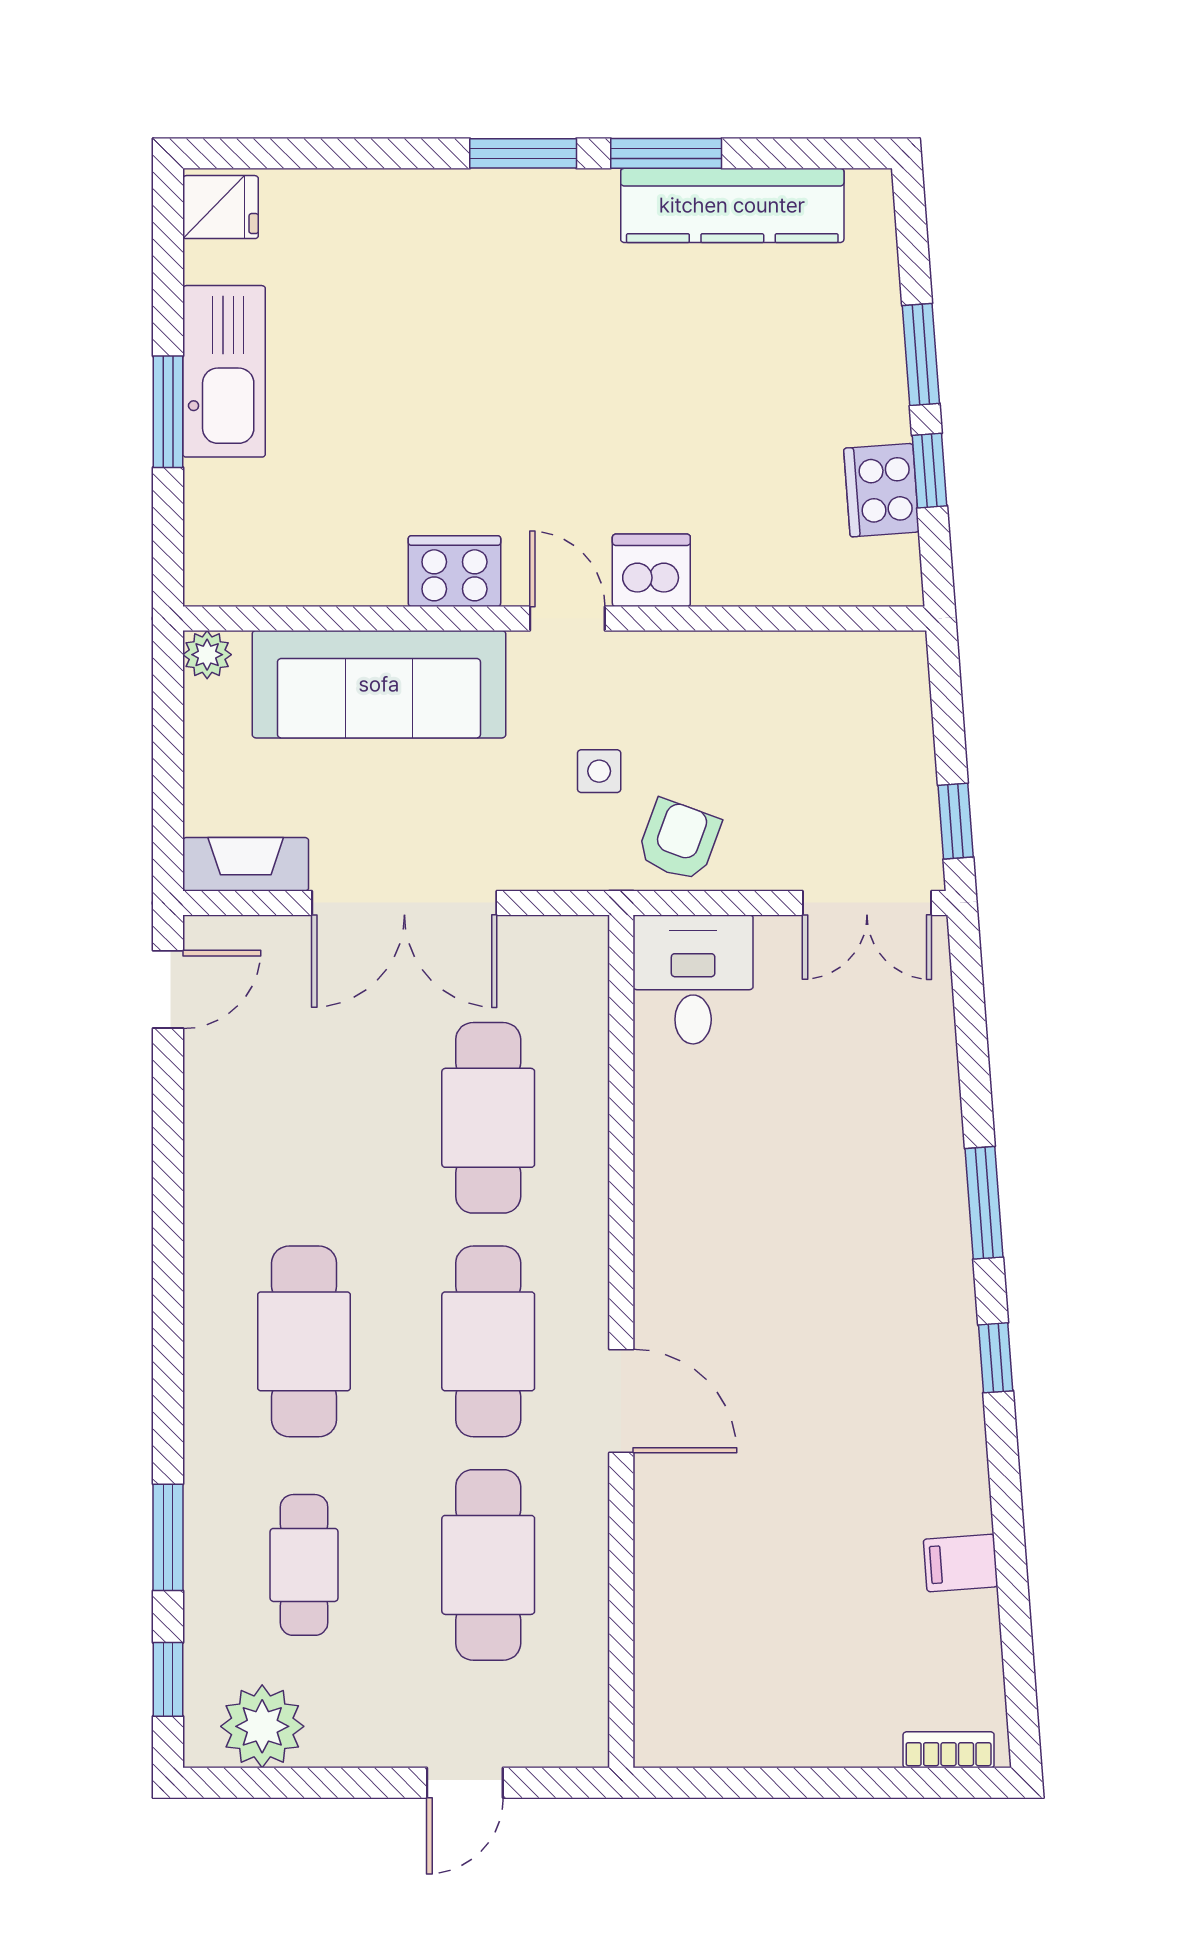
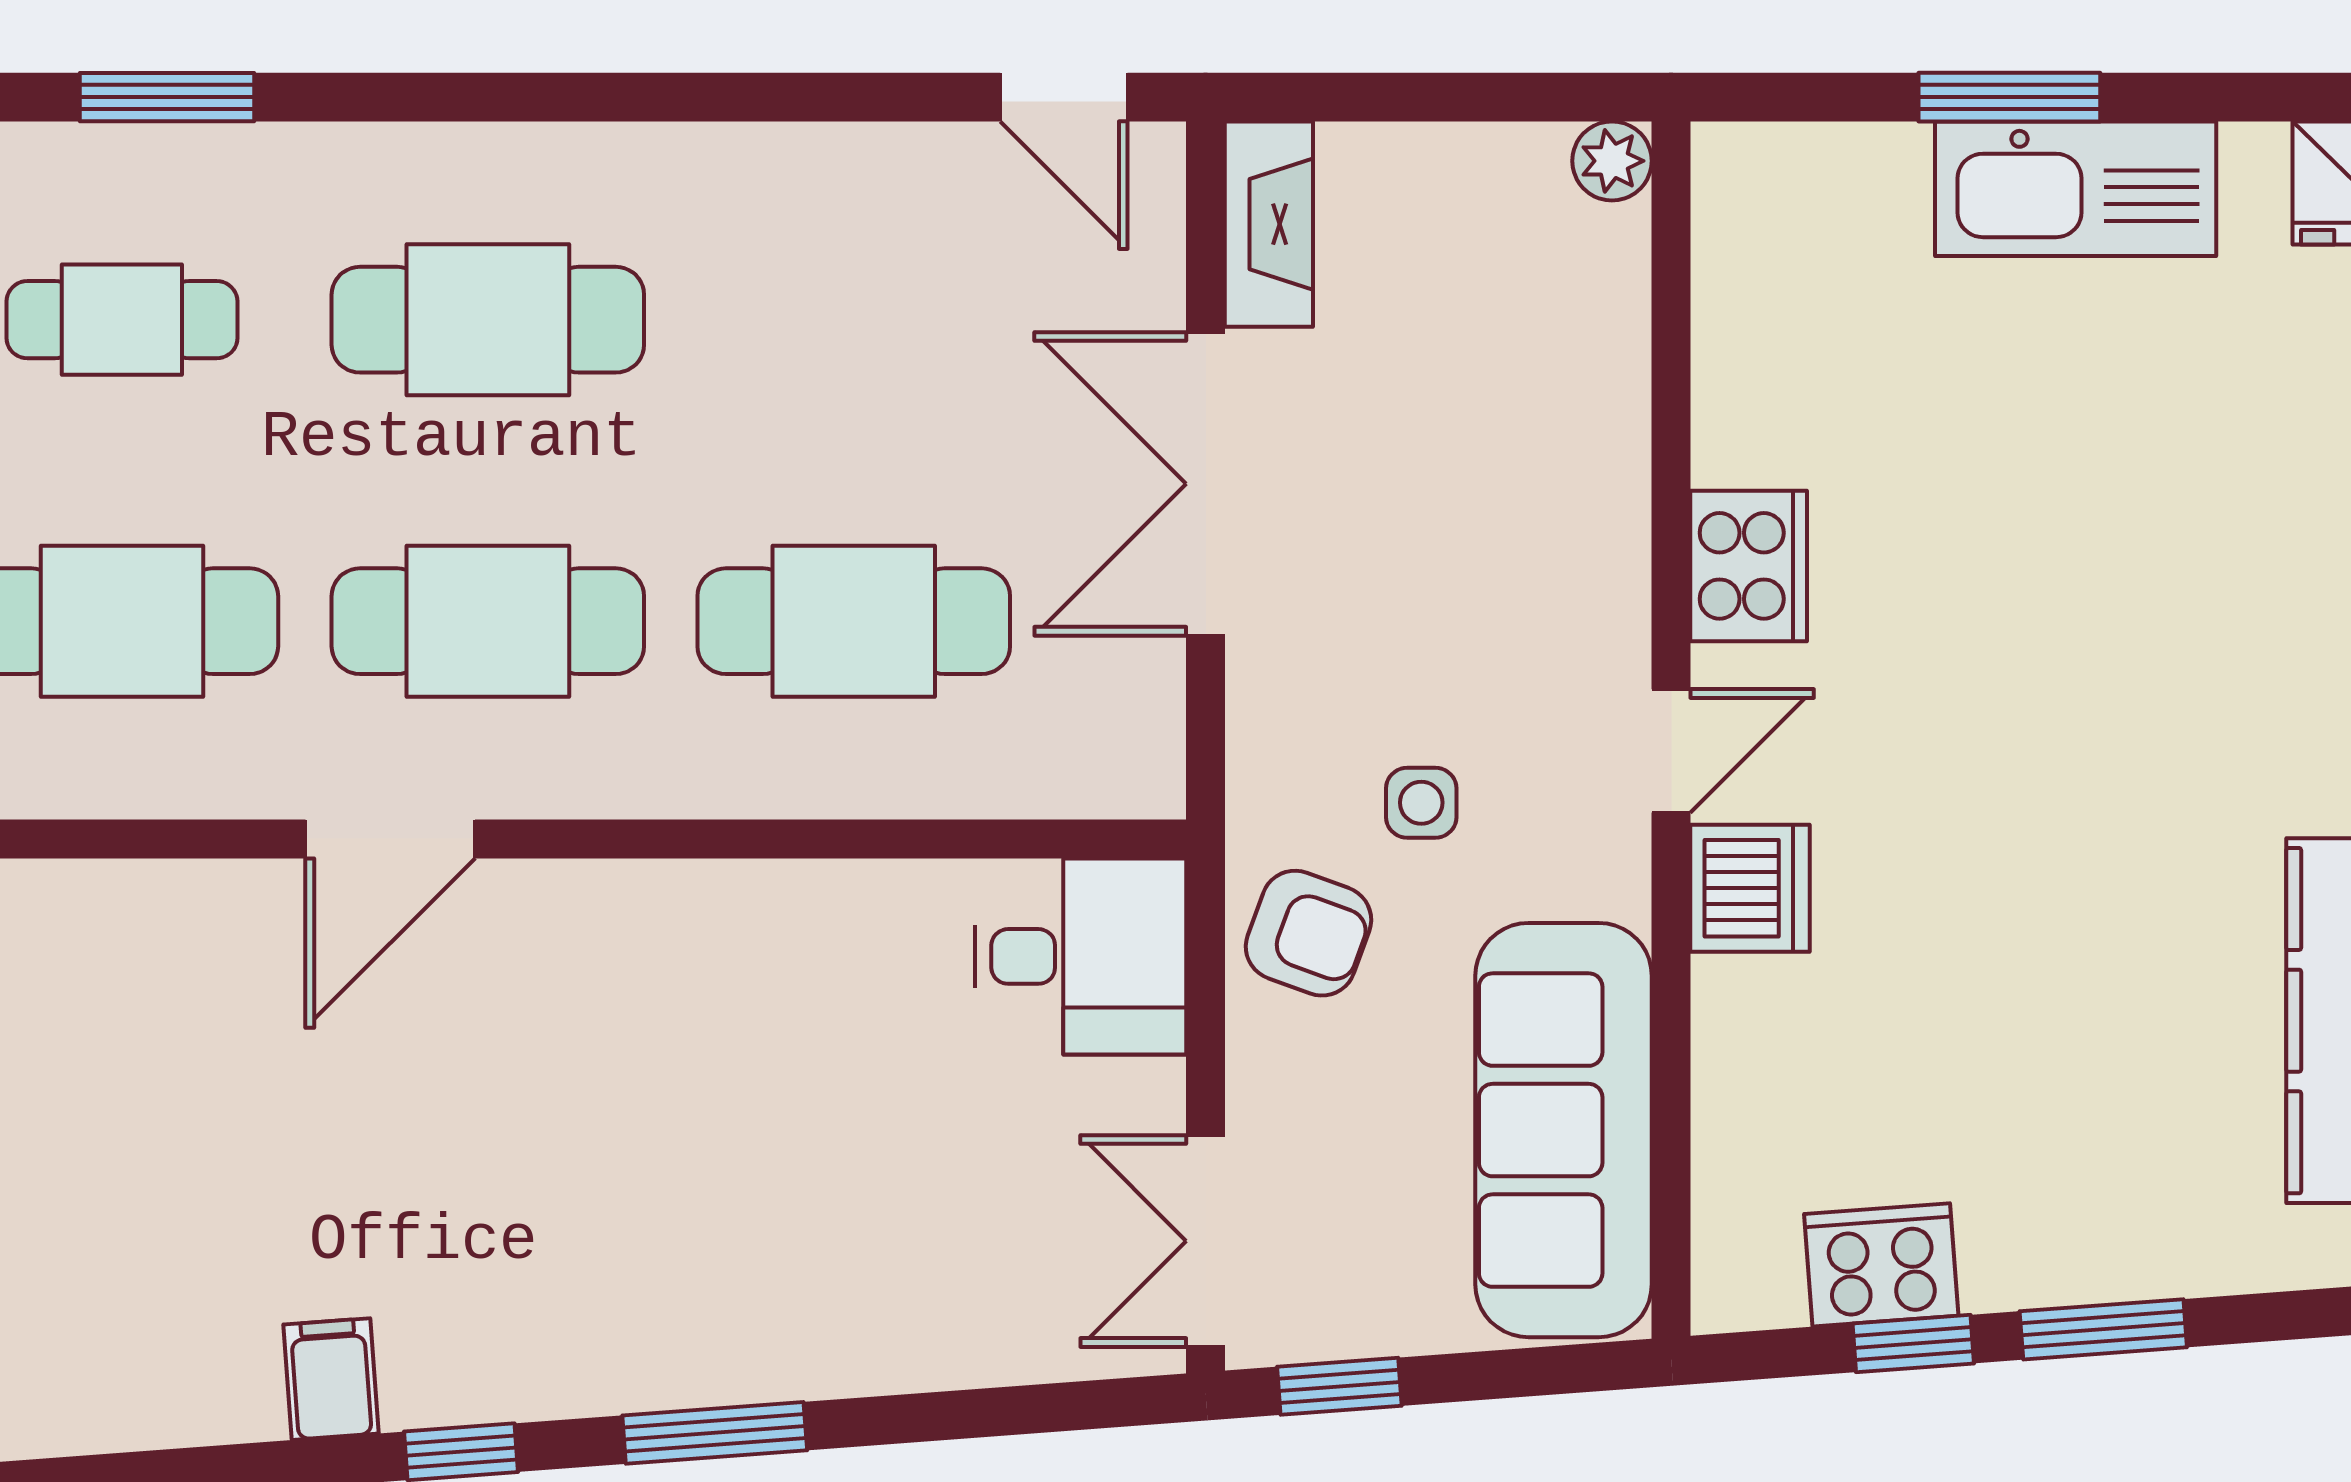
sofa: (379, 684) -> (1564, 1130), moved
filing cabinet: (961, 1563) -> (331, 1379), moved

